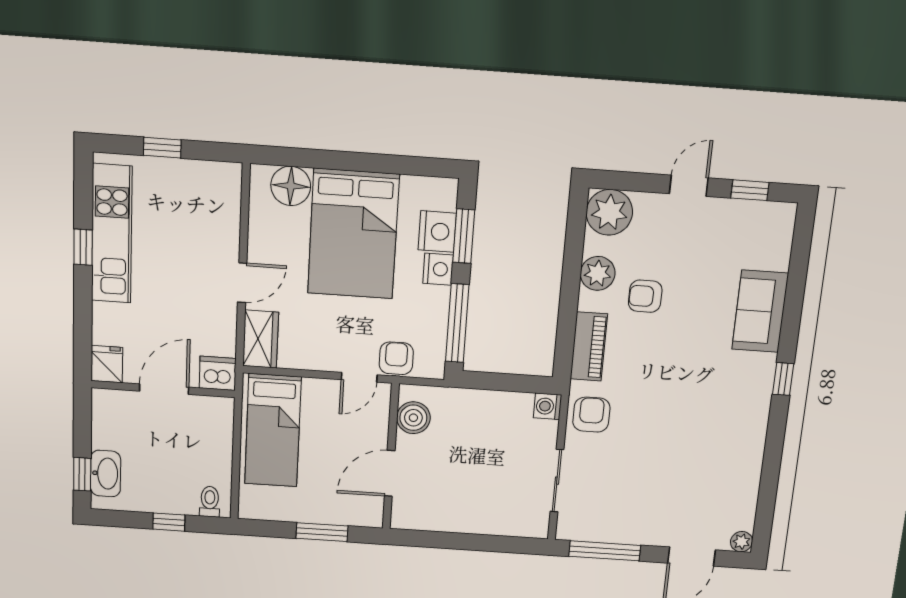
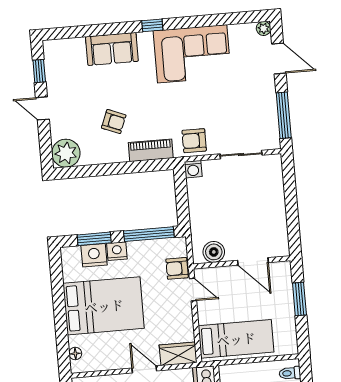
floor lamp: (291, 186) -> (75, 354), width x0.53, depth x0.53
plant: (598, 273) -> (104, 153), removed
armchair: (645, 296) -> (114, 122), turned -68
corner sofa: (726, 432) -> (192, 54), added

